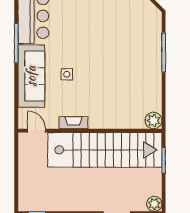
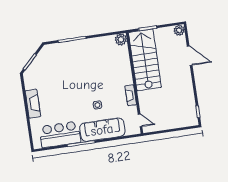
door: (37, 131) -> (140, 120), swing flipped
stairs: (105, 150) -> (145, 60), width x0.73

